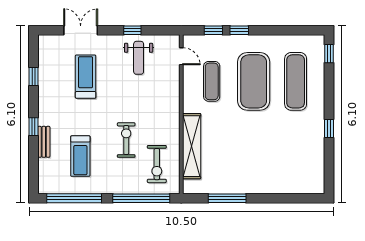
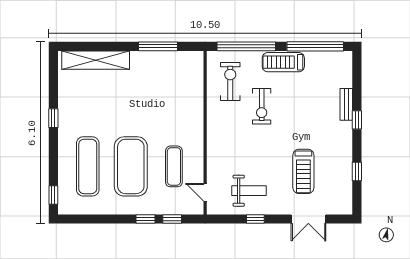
weight bench: (139, 58) -> (249, 191), turned 90
shelving: (192, 146) -> (96, 60), moved, turned 90
treadmill: (80, 156) -> (283, 62), moved, turned -90

